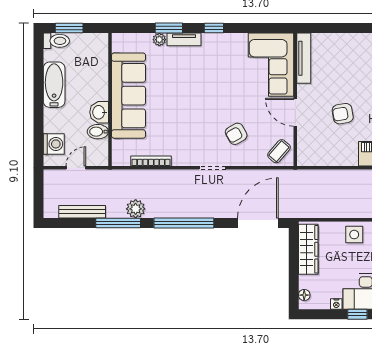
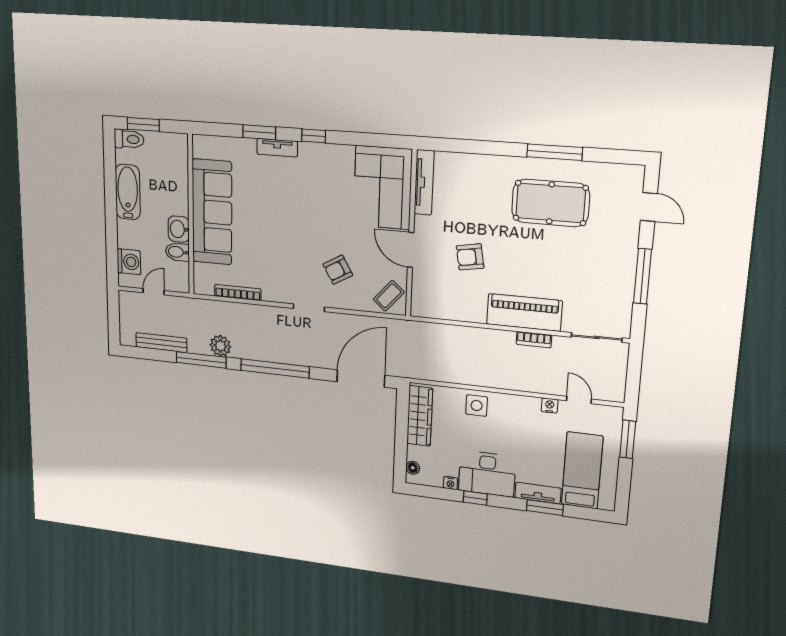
plant: (159, 40) -> (248, 146), removed

